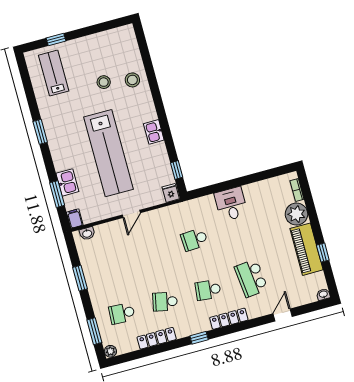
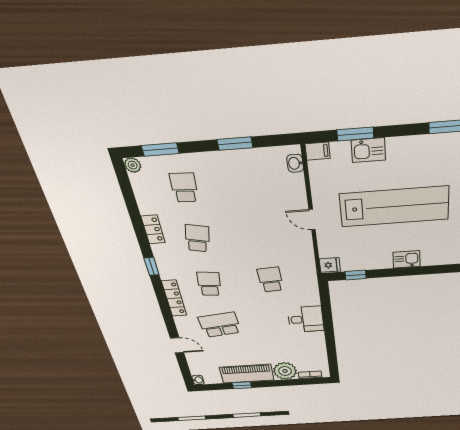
lab bench: (109, 153) -> (394, 207), turned 180
locker: (157, 338) -> (153, 229), width x0.66

